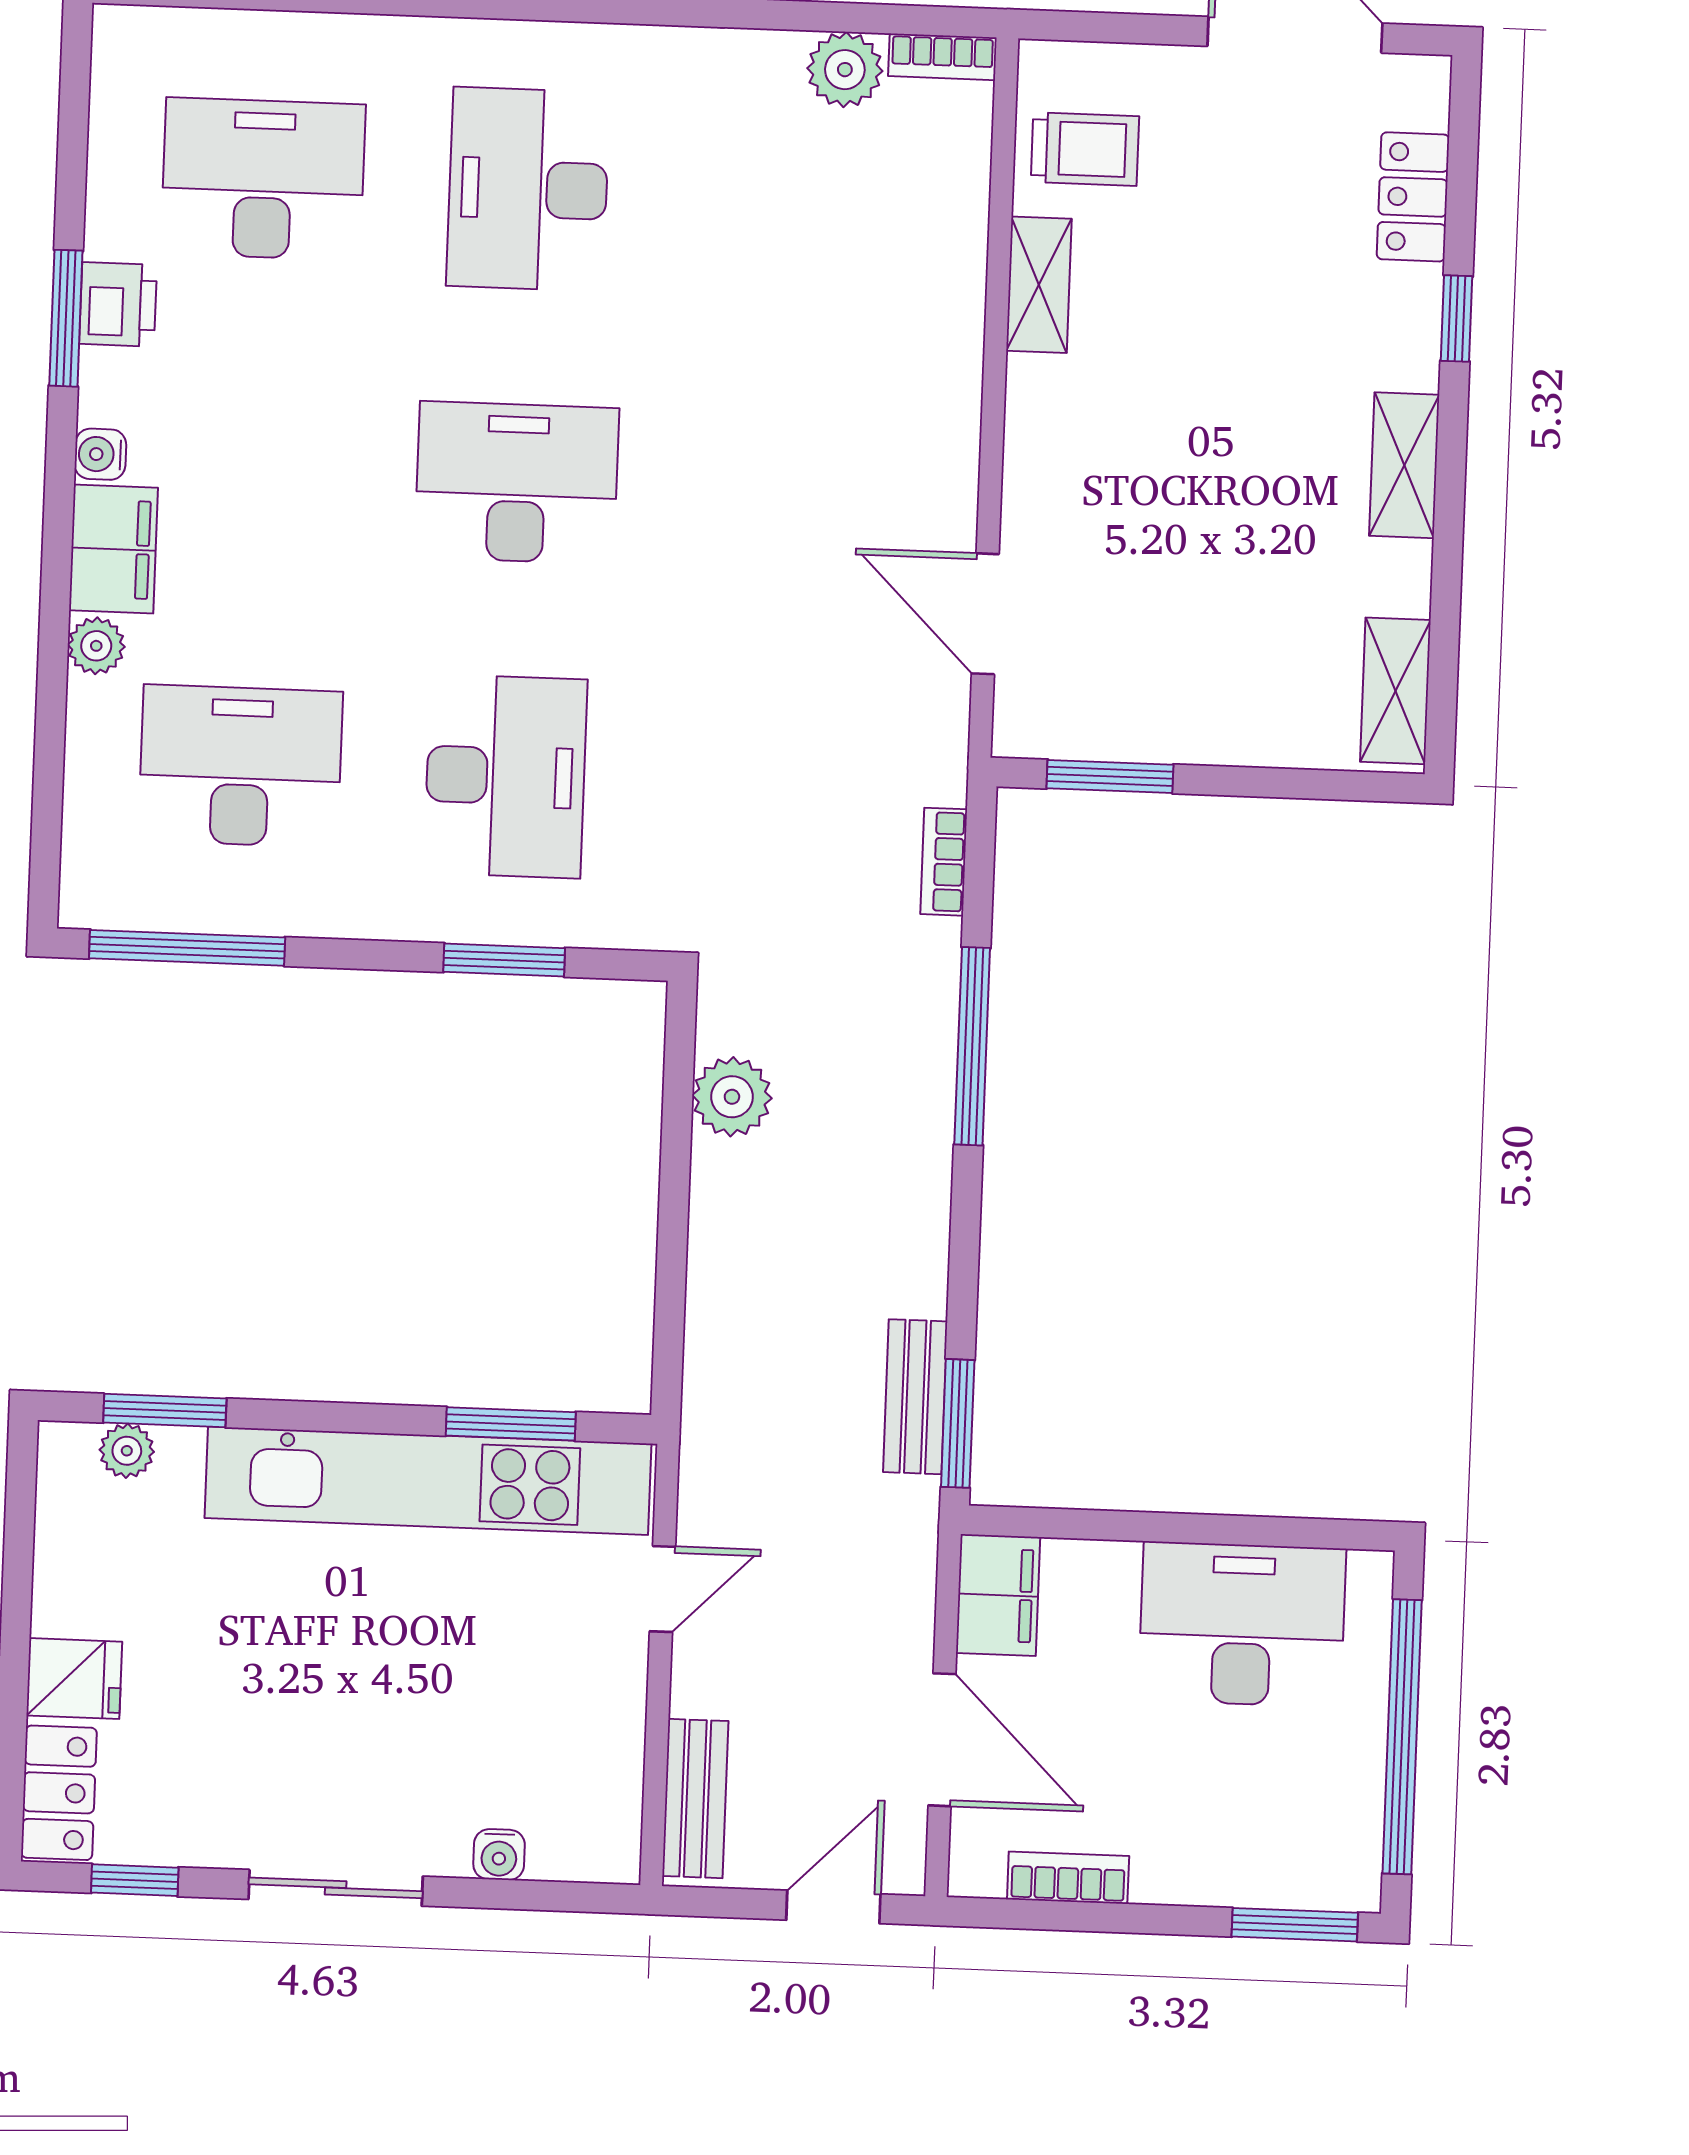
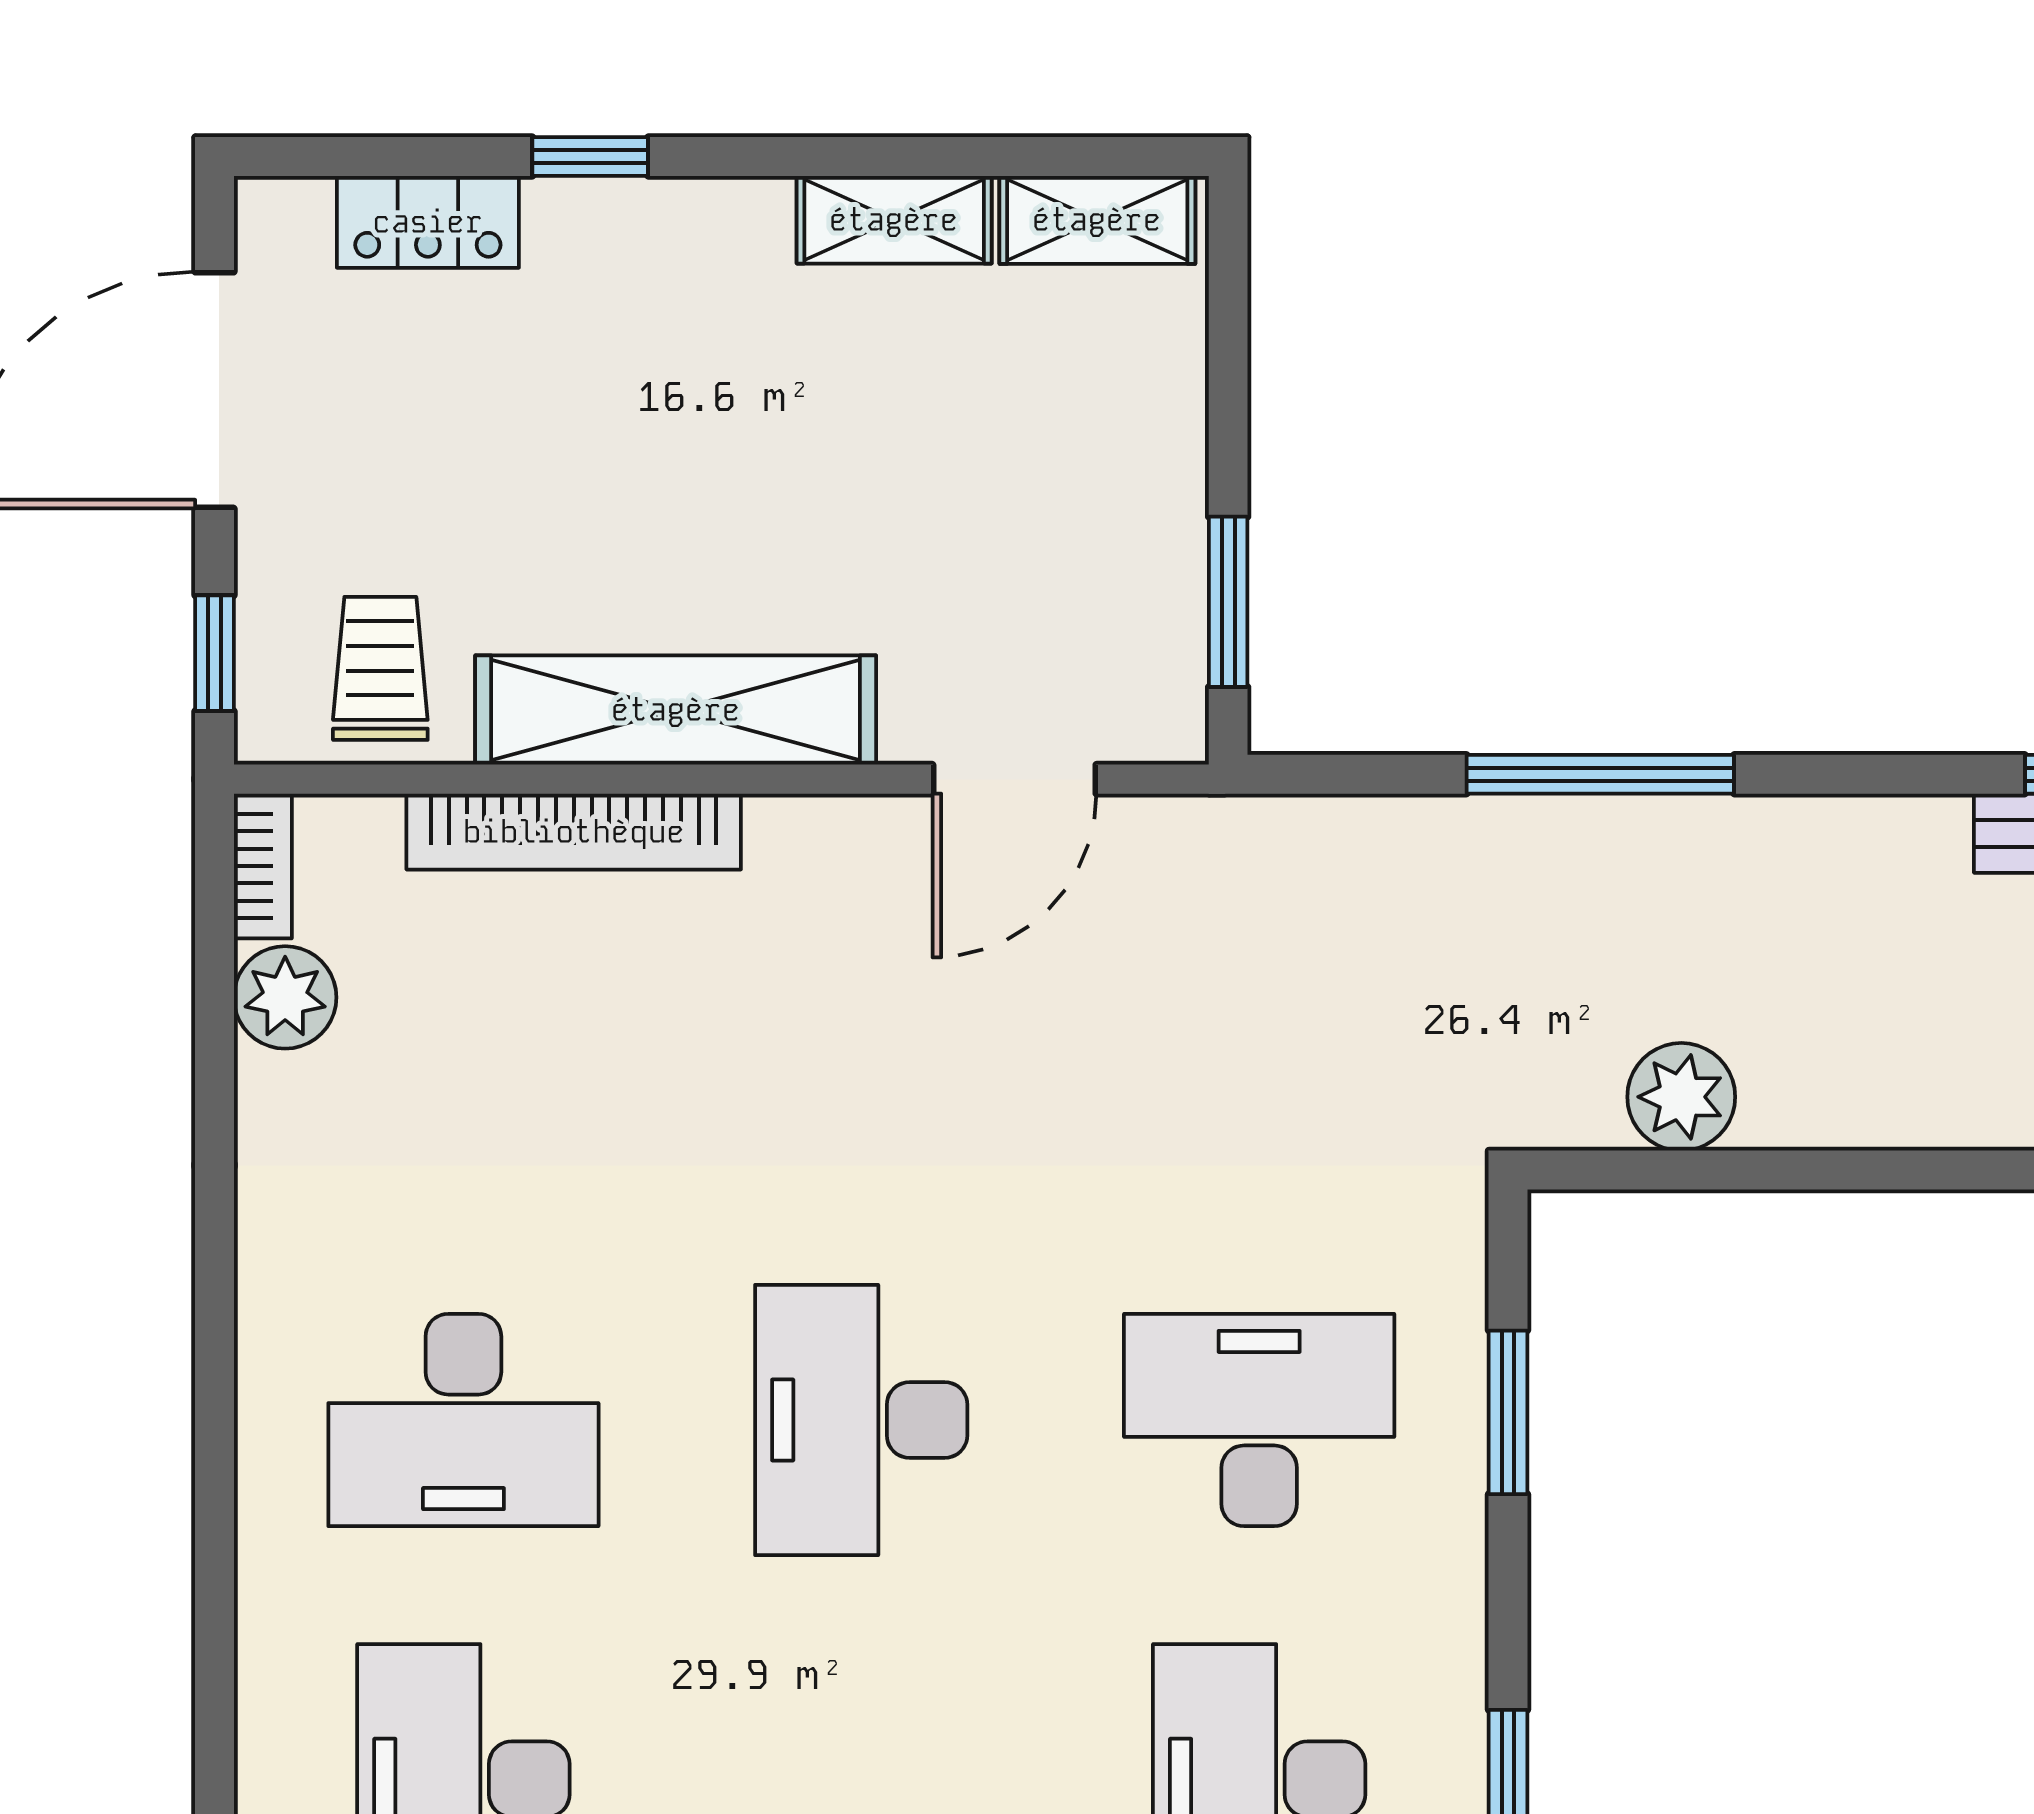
window: (1101, 27) -> (215, 653), added
shelving: (1039, 285) -> (676, 710), width x2.20, depth x1.33
shelving: (1404, 465) -> (894, 220), moved
bookcase: (944, 862) -> (574, 832), moved, width x2.31, depth x1.31

